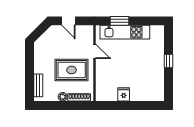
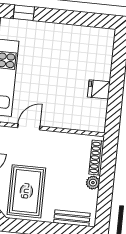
window: (168, 61) -> (24, 13), moved
rug: (72, 70) -> (26, 191), moved

